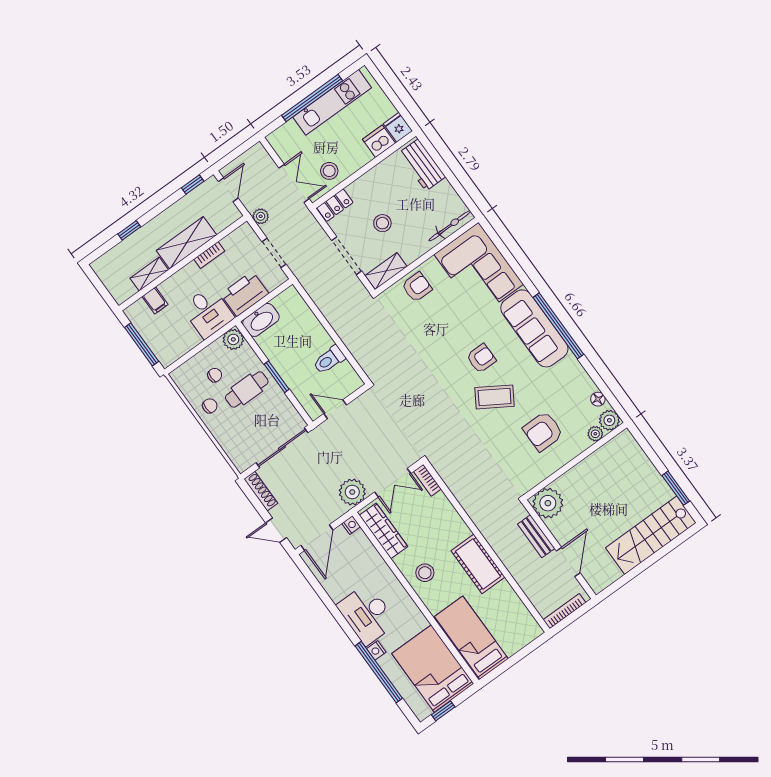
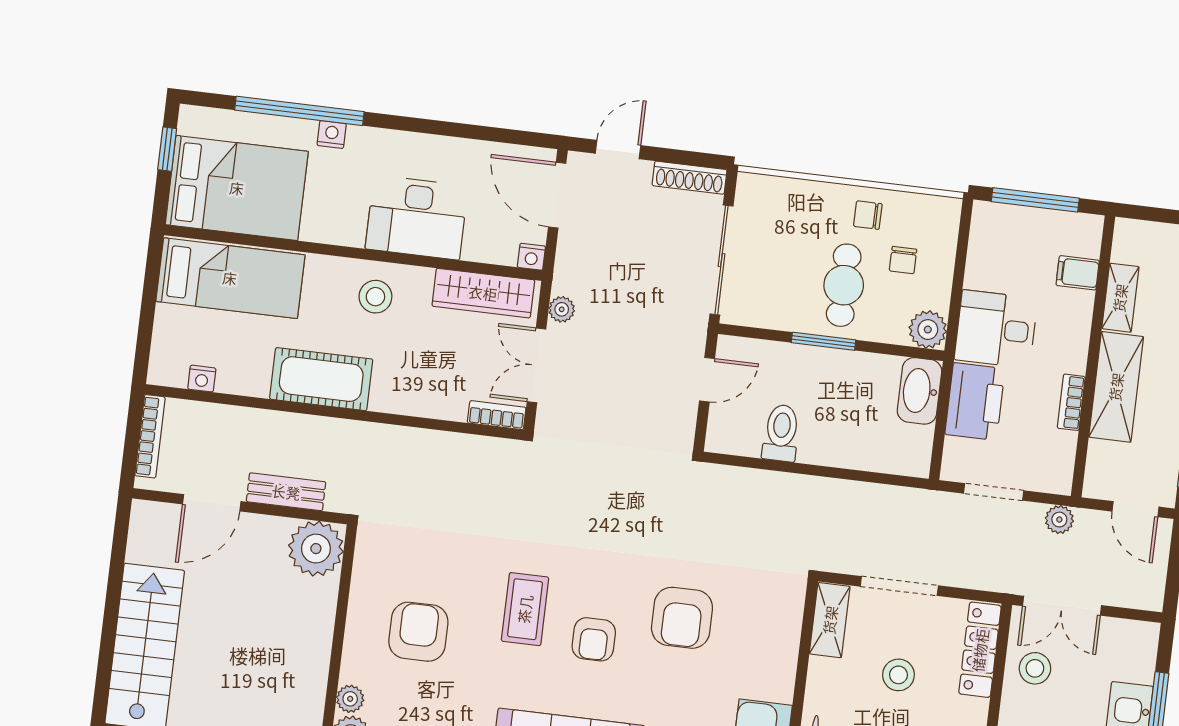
locker: (335, 205) -> (980, 650), width x1.53
armchair: (417, 287) -> (682, 618), moved, width x1.38, depth x1.38
coffee table: (495, 397) -> (525, 609), turned -32
chair: (210, 406) -> (868, 215), turned 90
plant: (352, 492) -> (562, 309), width x0.53, depth x0.53
door: (568, 562) -> (212, 503), hinge flipped
nightstand: (522, 612) -> (202, 379), added
desk: (367, 614) -> (417, 217), moved, turned 180

